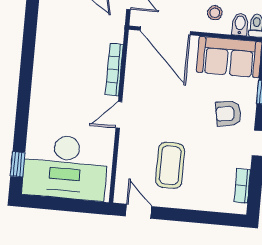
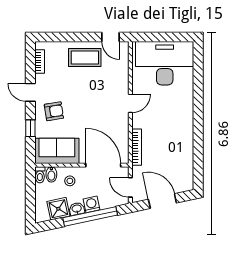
bookcase: (114, 70) -> (137, 147), moved
window: (18, 164) -> (198, 62), removed
coffee table: (170, 165) -> (85, 58), moved, turned 90

